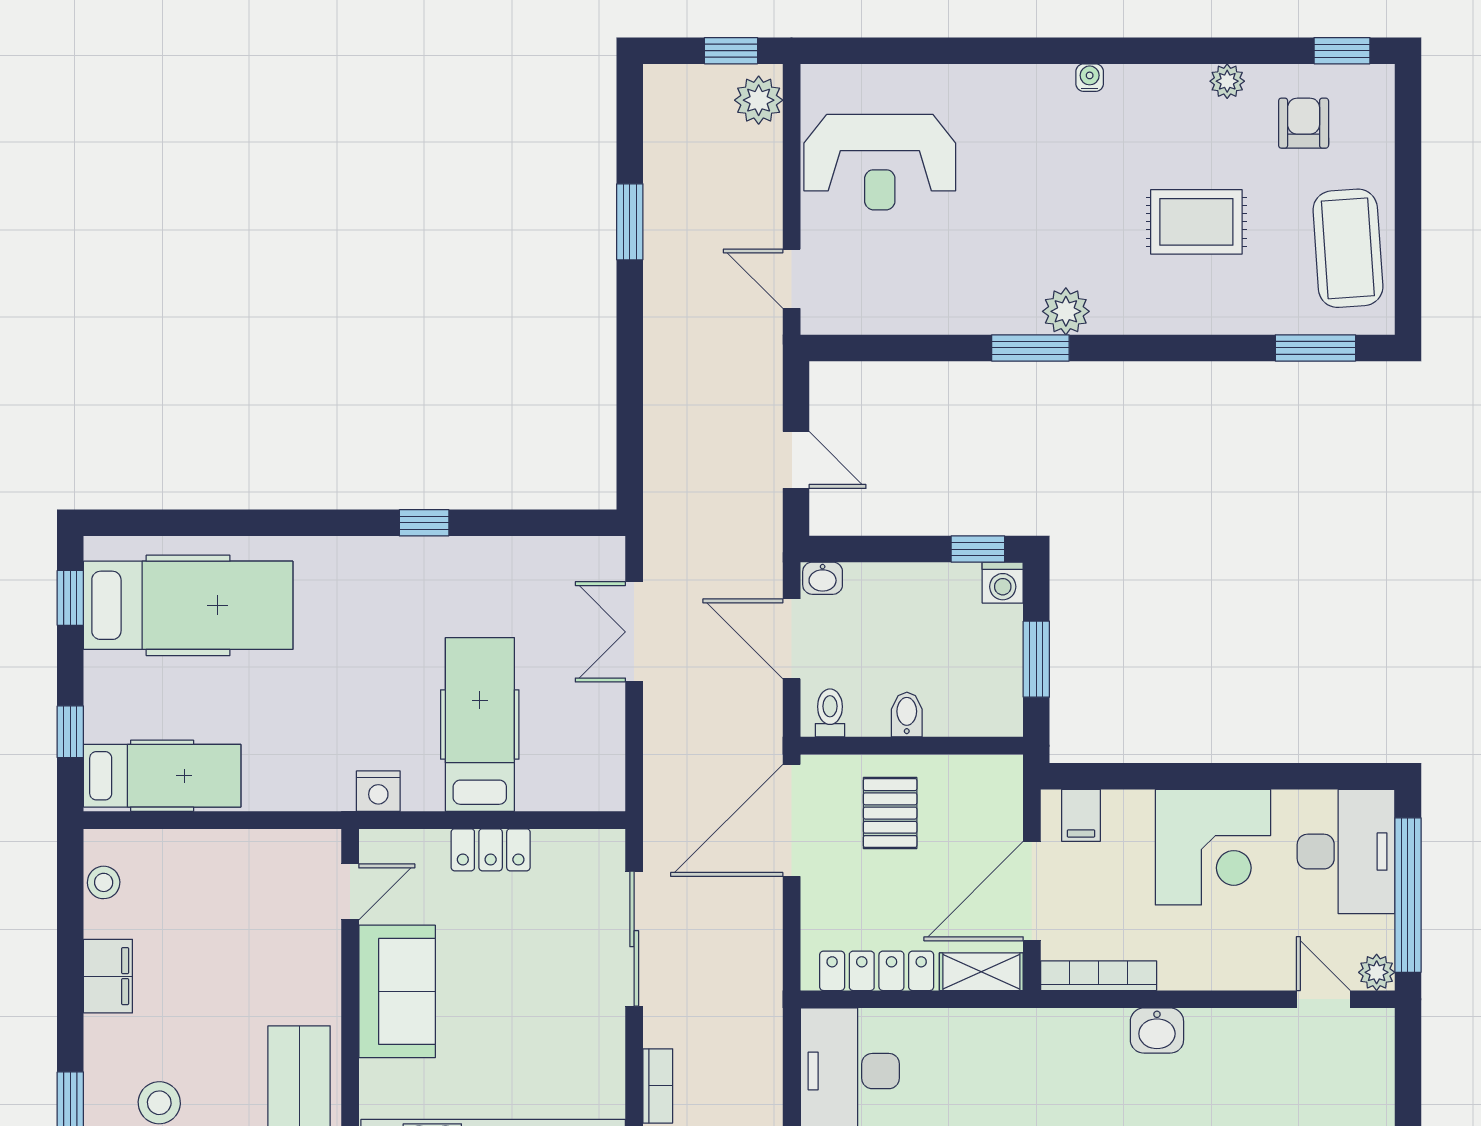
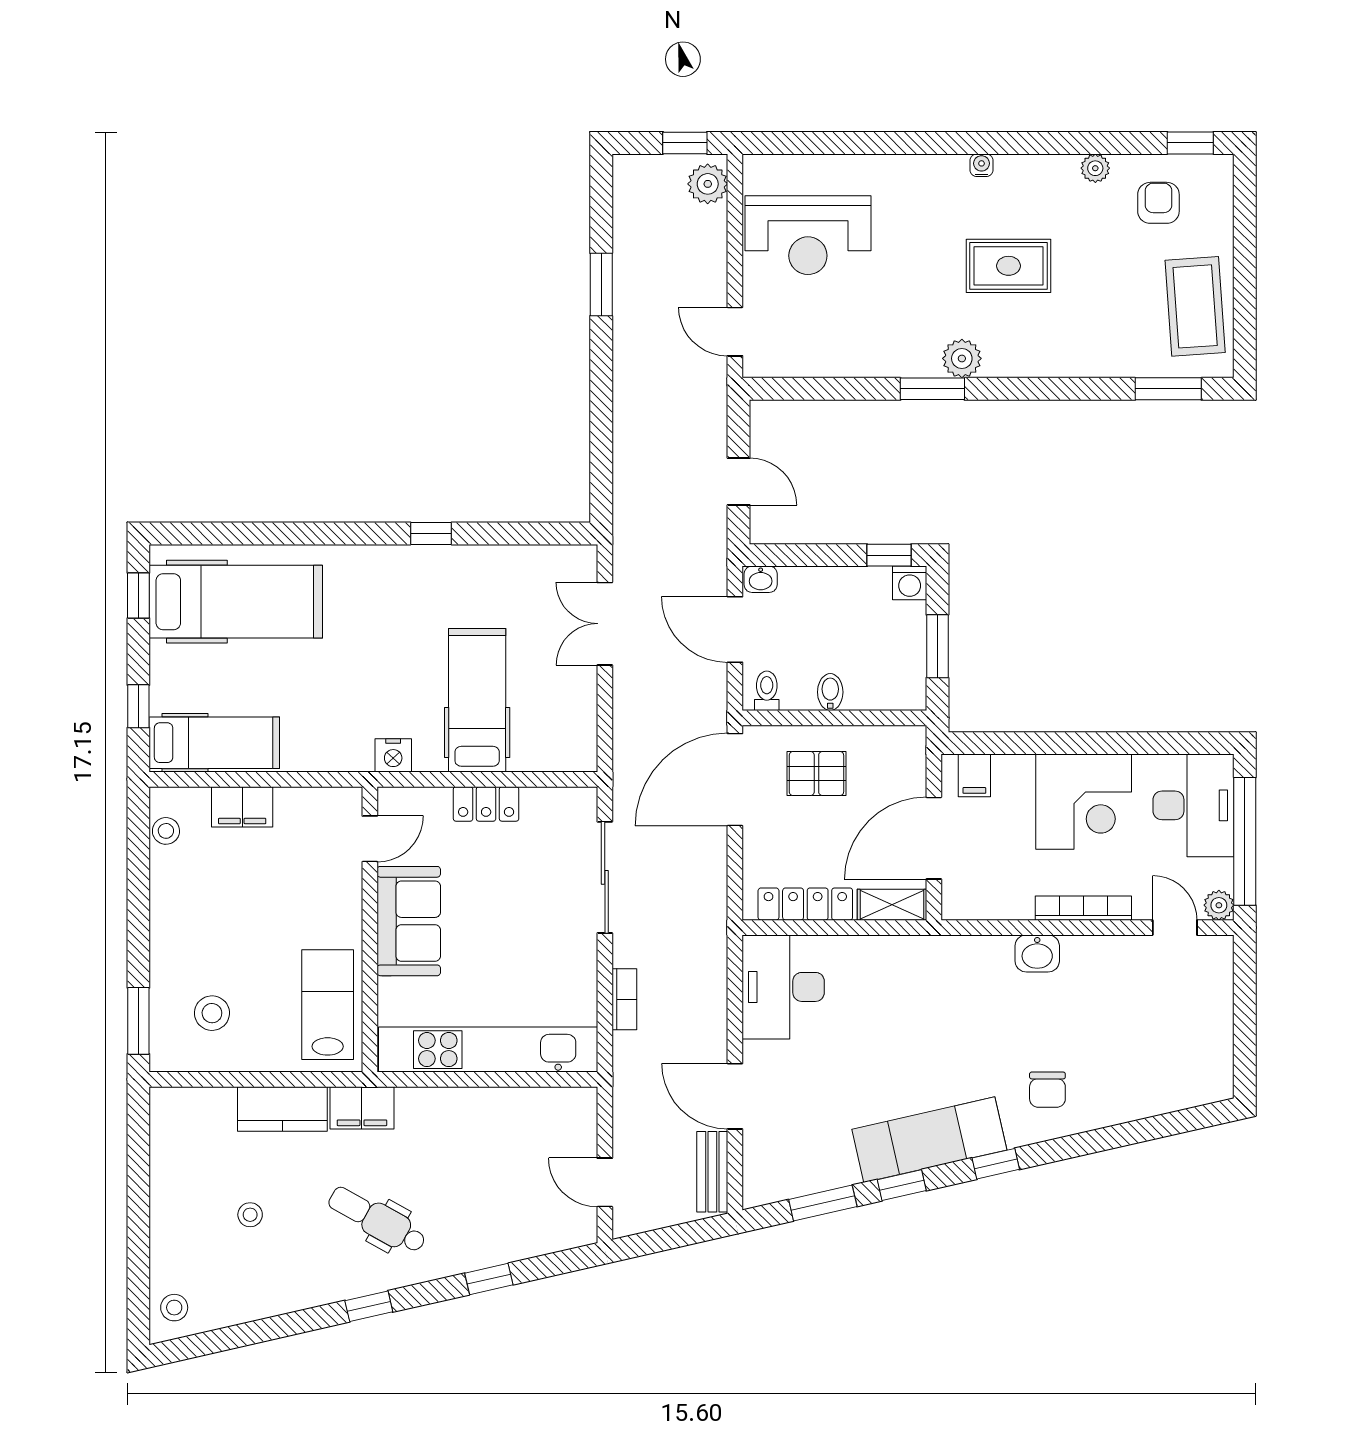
rug: (1196, 222) -> (1008, 266), moved
pallet: (890, 813) -> (816, 774), turned 90
filing cabinet: (108, 976) -> (242, 807), moved, turned 90
bookcase: (1099, 976) -> (1083, 908), moved

